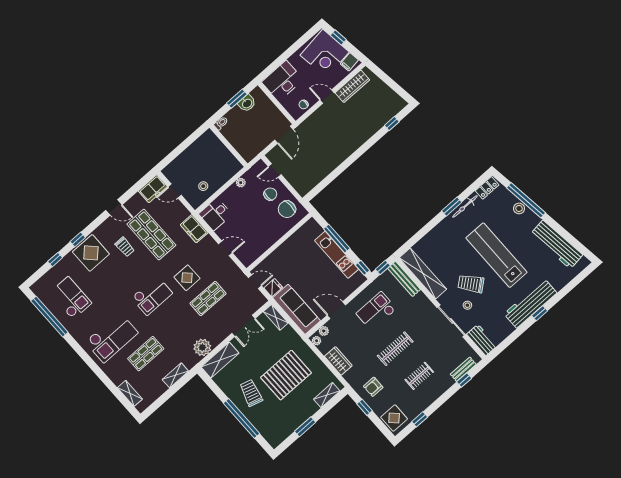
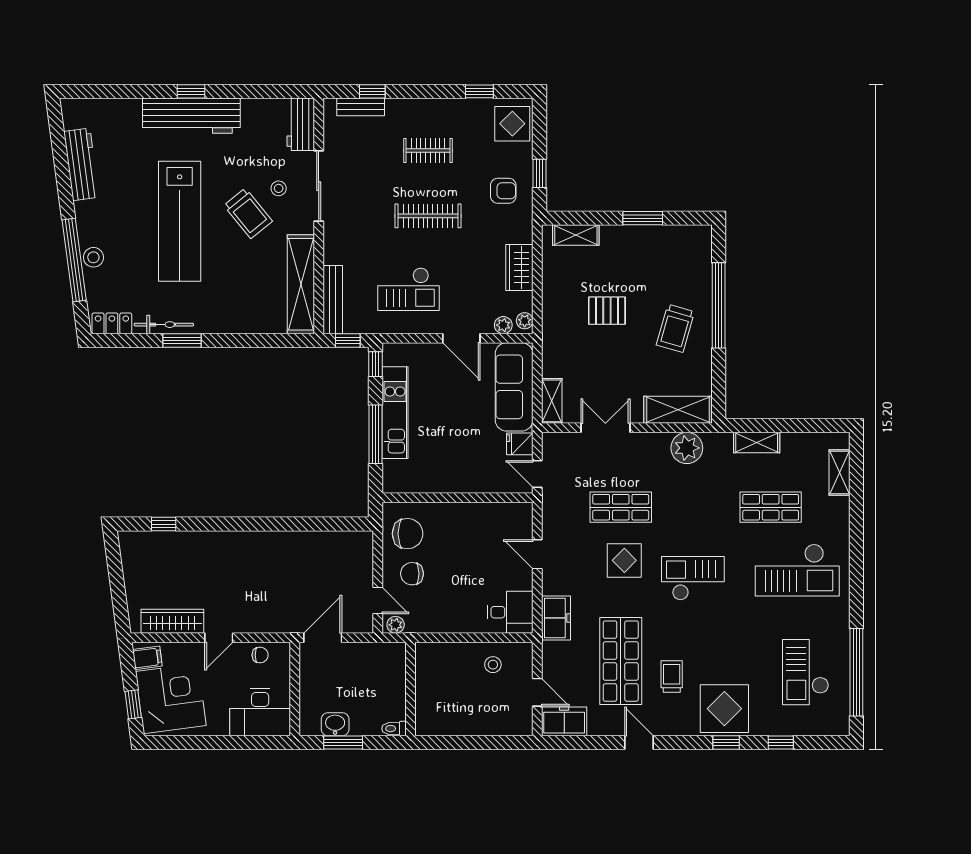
door: (327, 97) -> (219, 638), hinge flipped
plant: (241, 183) -> (396, 625), moved
workbench: (557, 244) -> (81, 164), width x0.73, depth x0.76
checkout: (112, 337) -> (797, 570), turned 180
pallet: (286, 375) -> (607, 311), width x0.49, depth x0.50

